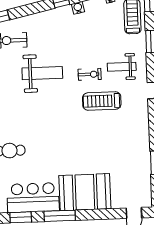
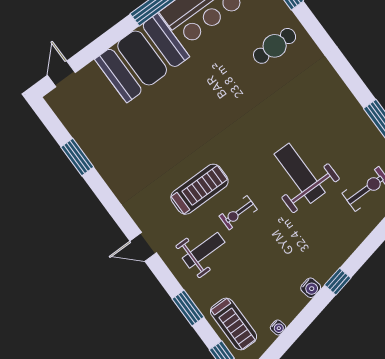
weight bench: (42, 73) -> (300, 173), turned 90

